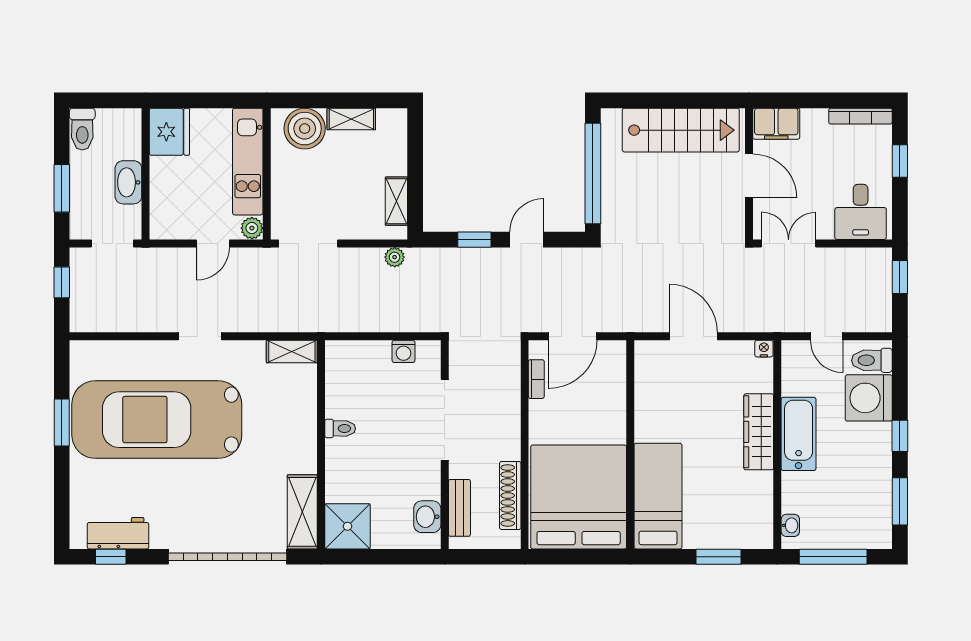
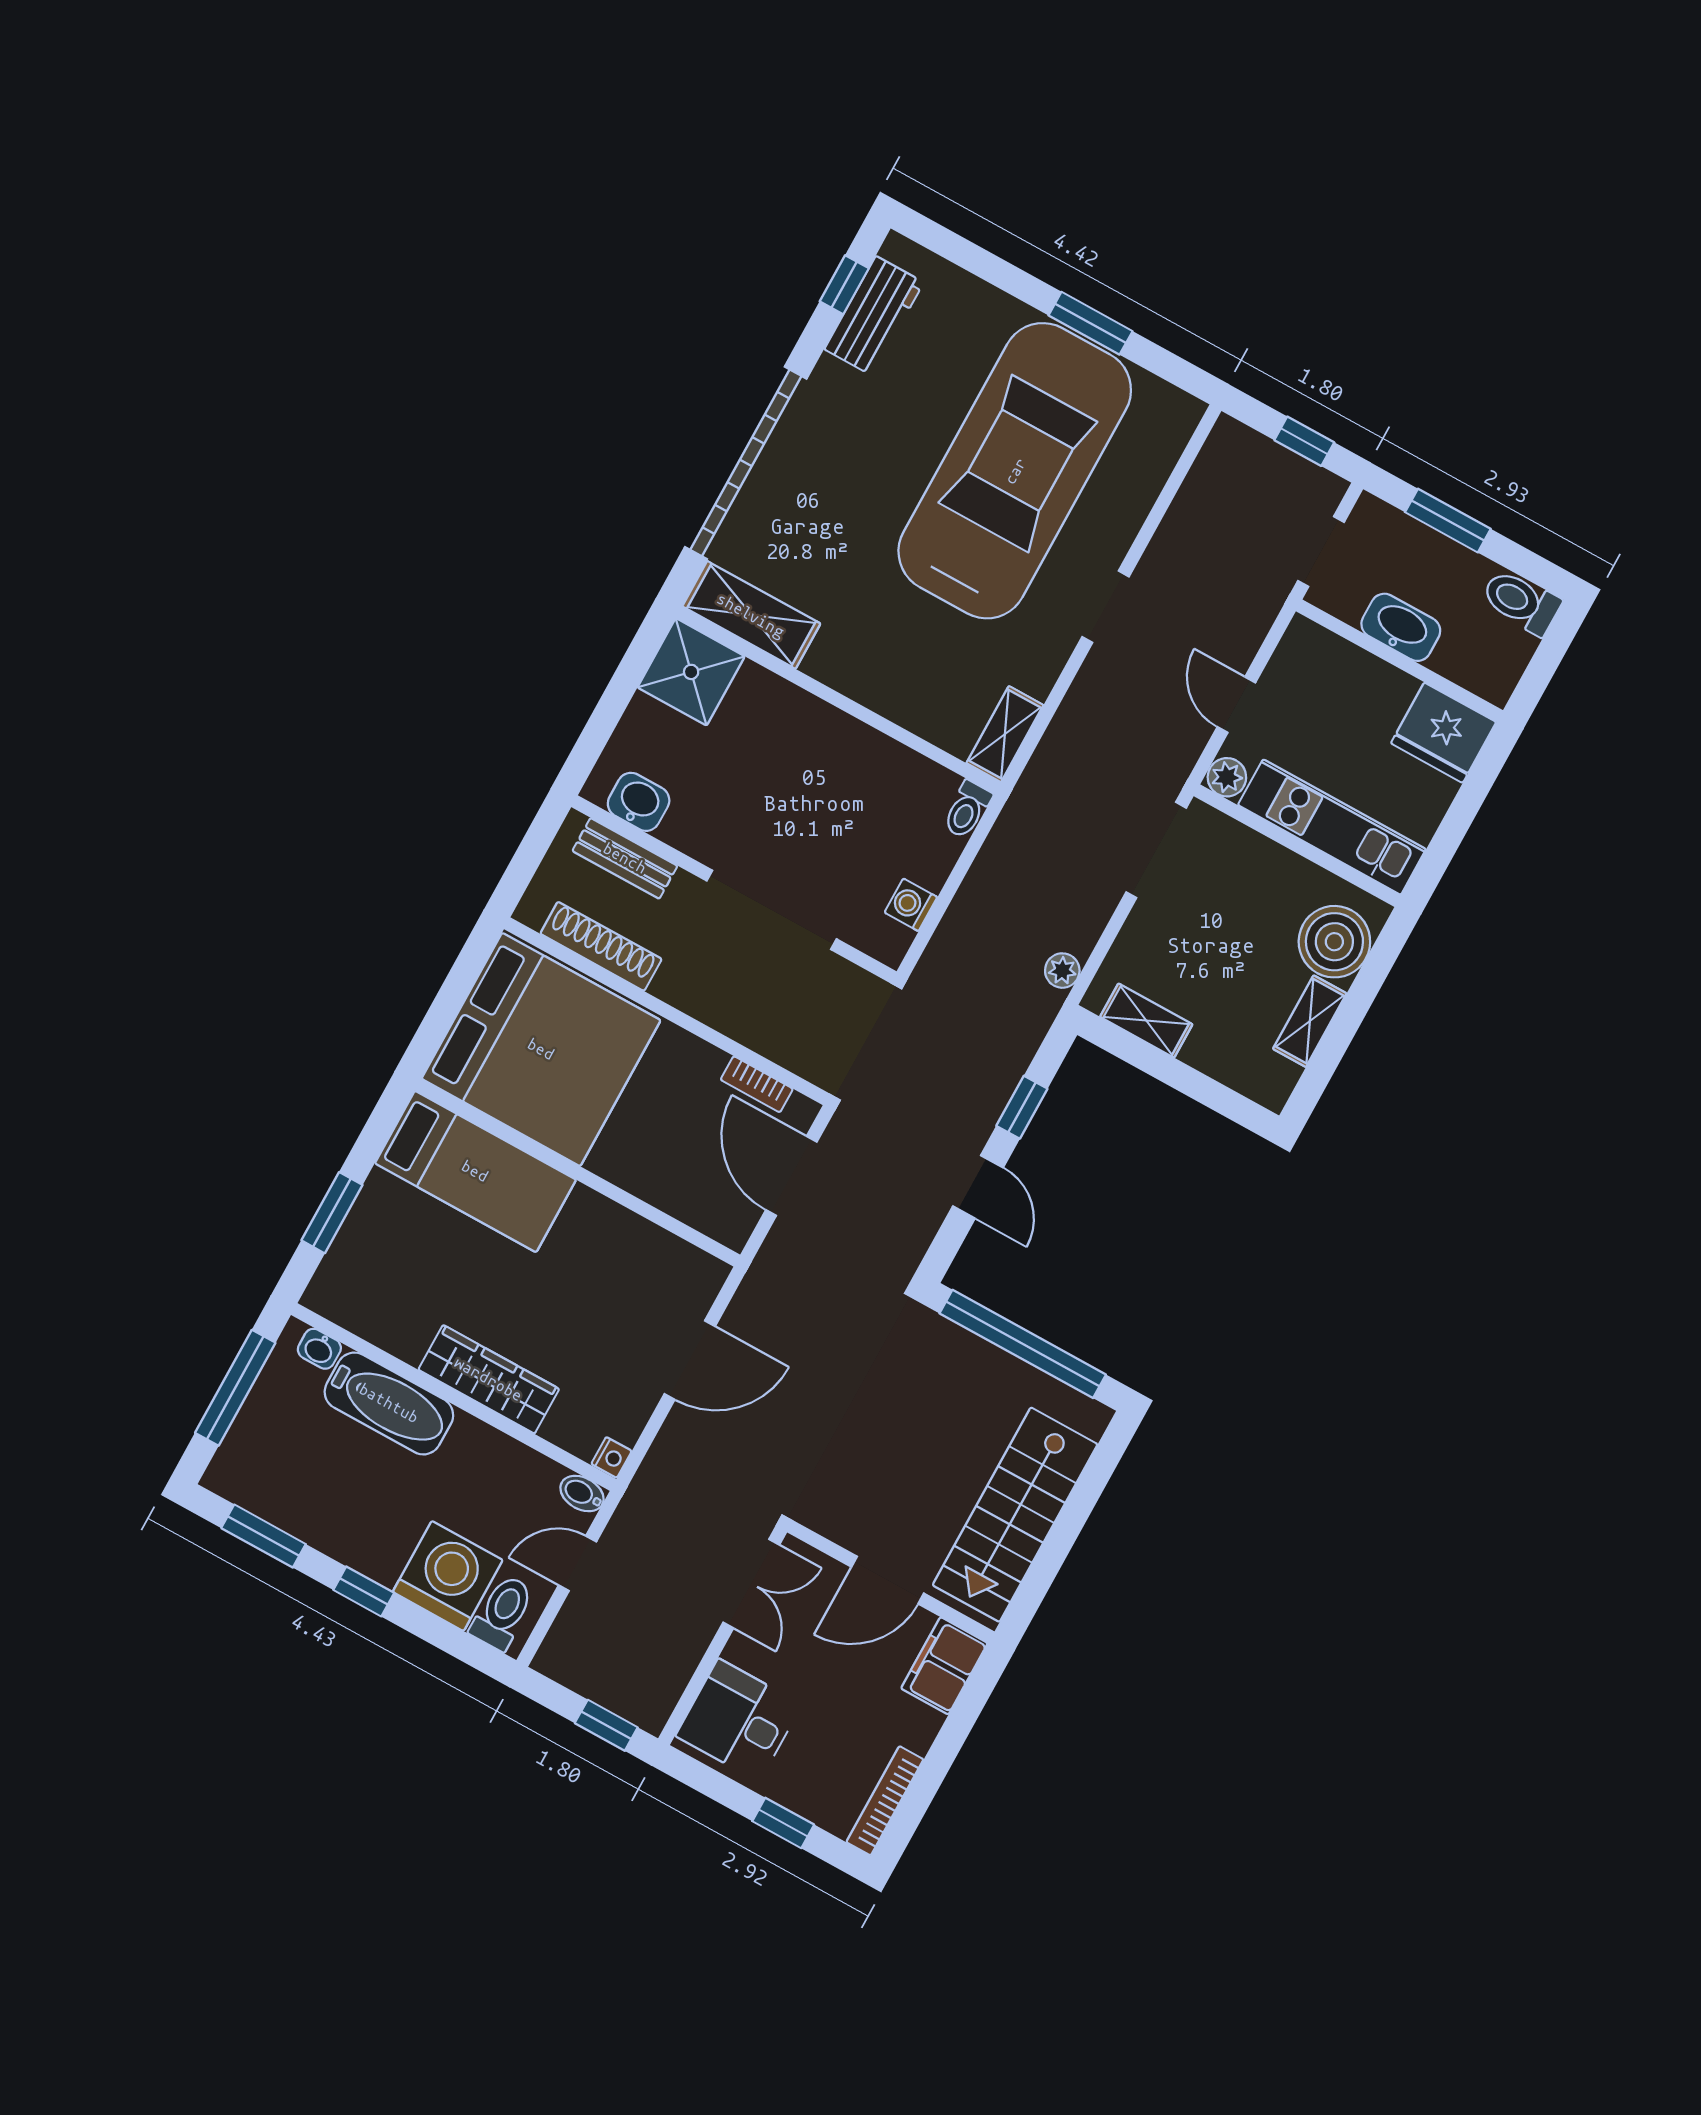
bidet: (790, 353) -> (582, 1494), added
toilet: (340, 428) -> (967, 810), moved
bathtub: (799, 434) -> (389, 1403), moved

